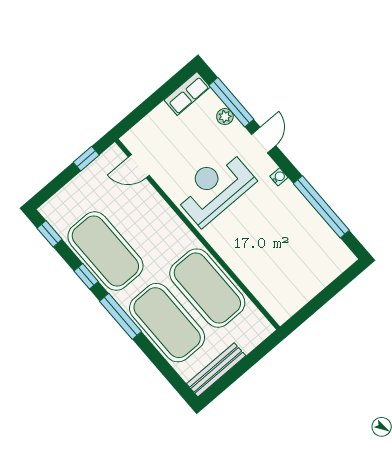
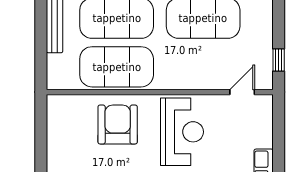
armchair: (254, 246) -> (118, 125), added

